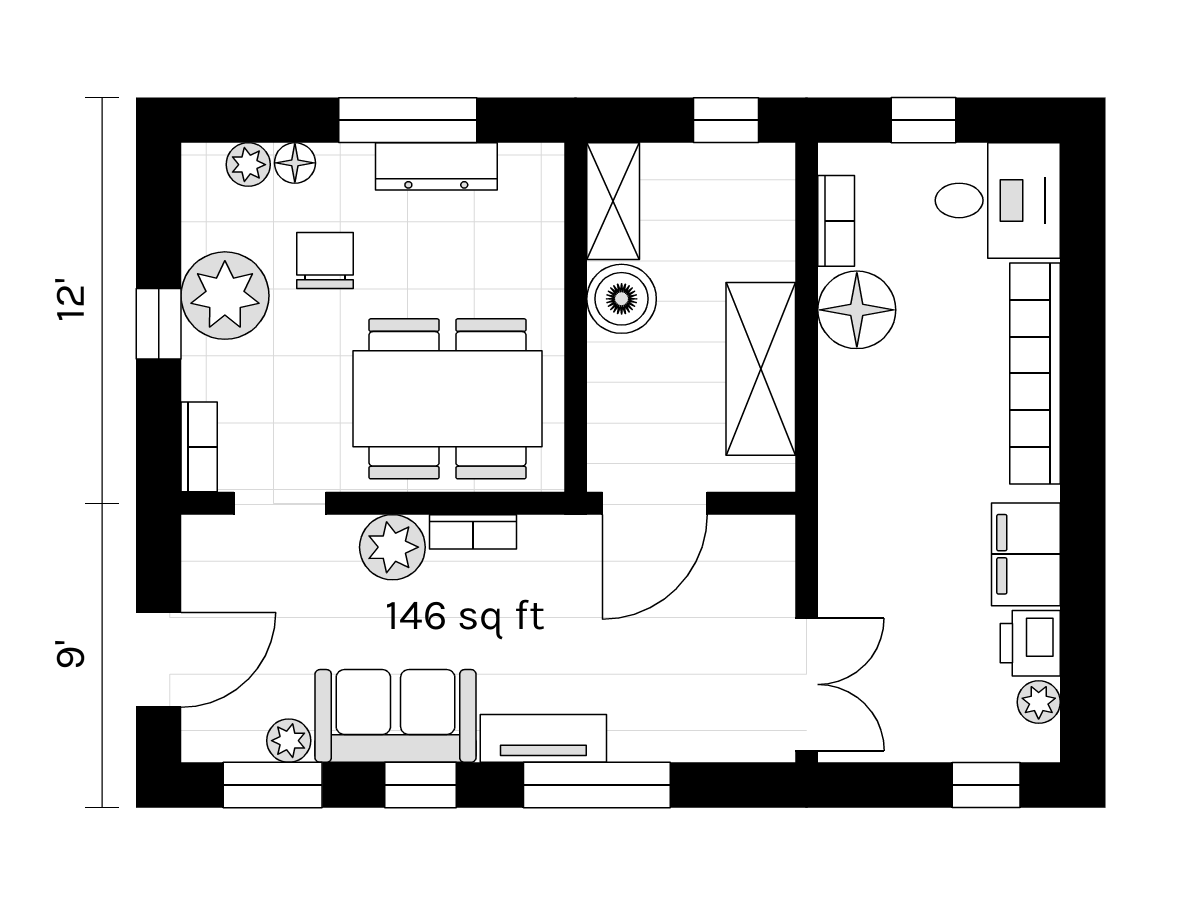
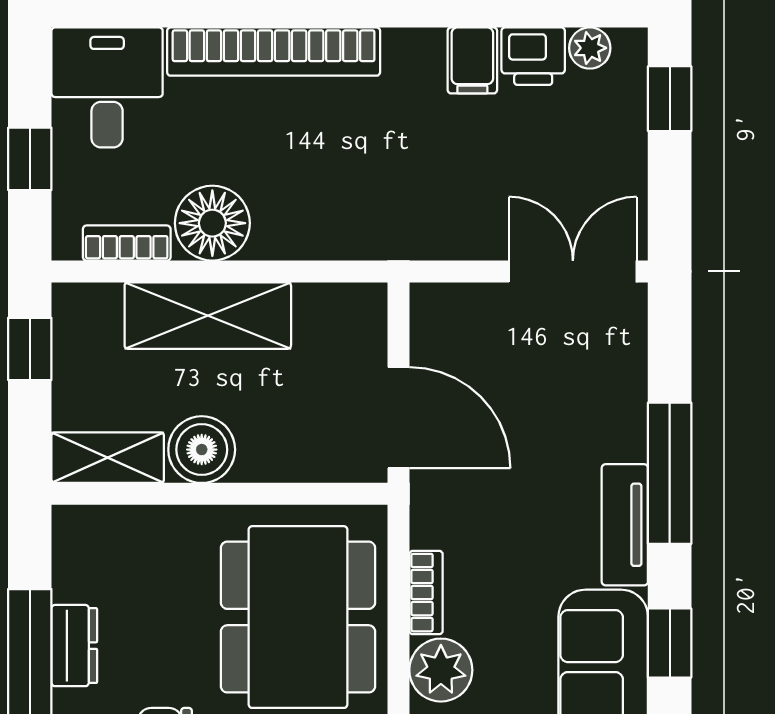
dresser: (436, 166) -> (74, 646), width x0.70
shelving: (761, 369) -> (208, 316), moved
filing cabinet: (1026, 554) -> (472, 60), width x0.50

